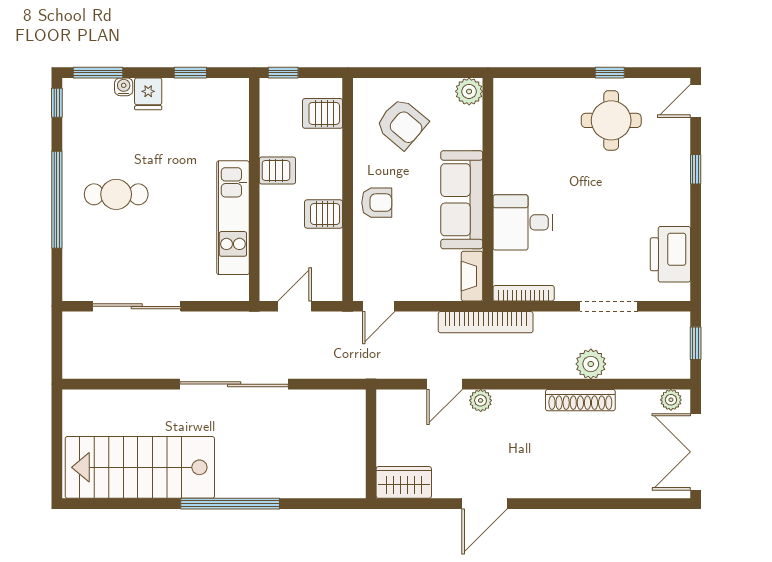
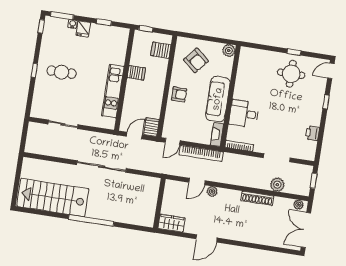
window: (57, 200) -> (34, 70), width x0.32
server rack: (324, 214) -> (151, 127), moved, turned 90
printer: (670, 254) -> (312, 133), width x0.53, depth x0.68
sliding door: (137, 306) -> (63, 124), width x0.73
bookcase: (486, 322) -> (201, 153), moved
plant: (591, 364) -> (277, 185), moved

